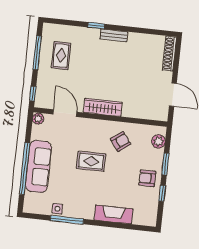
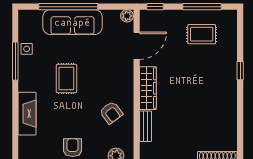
bench: (114, 35) -> (145, 126), moved
rug: (91, 161) -> (66, 79), moved

